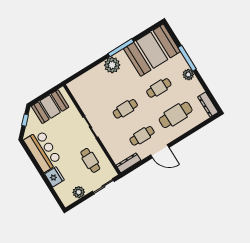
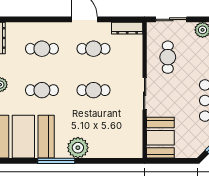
booth: (50, 107) -> (160, 138), moved, turned 90
cafe table: (176, 115) -> (42, 49), width x0.73, depth x0.74

